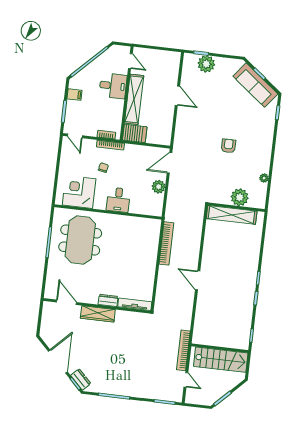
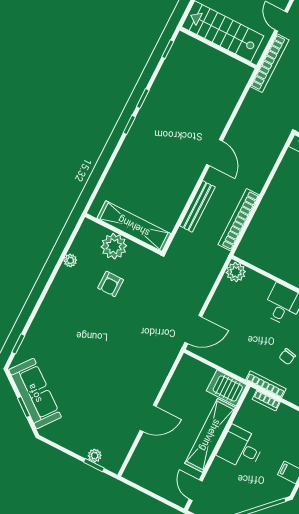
plant: (206, 64) -> (95, 456), width x0.53, depth x0.53
desk: (113, 86) -> (241, 448), moved
door: (177, 96) -> (148, 418), swing flipped
armchair: (228, 146) -> (111, 284), moved
plant: (159, 187) -> (236, 272), moved
bench: (196, 242) -> (197, 206), added

